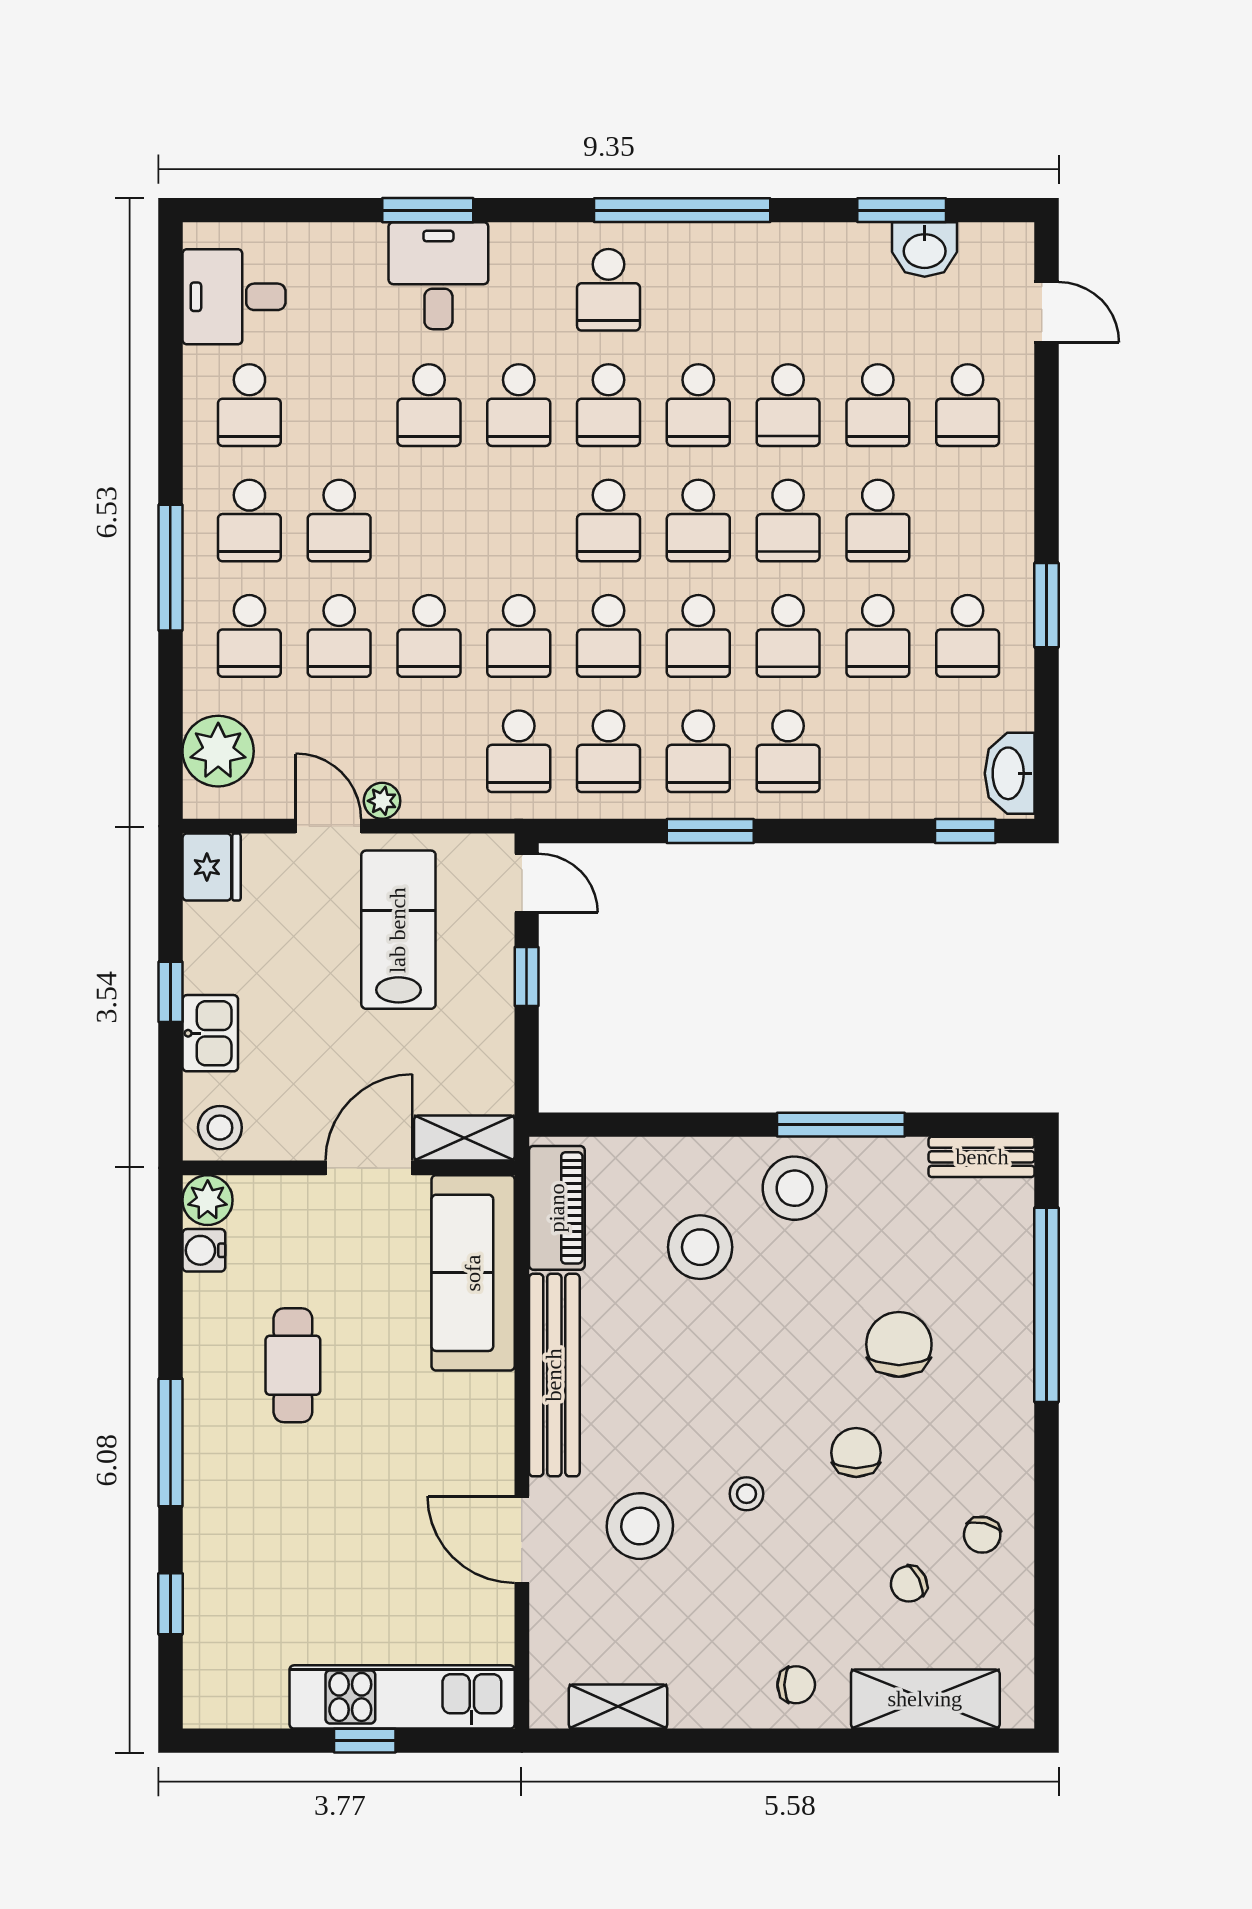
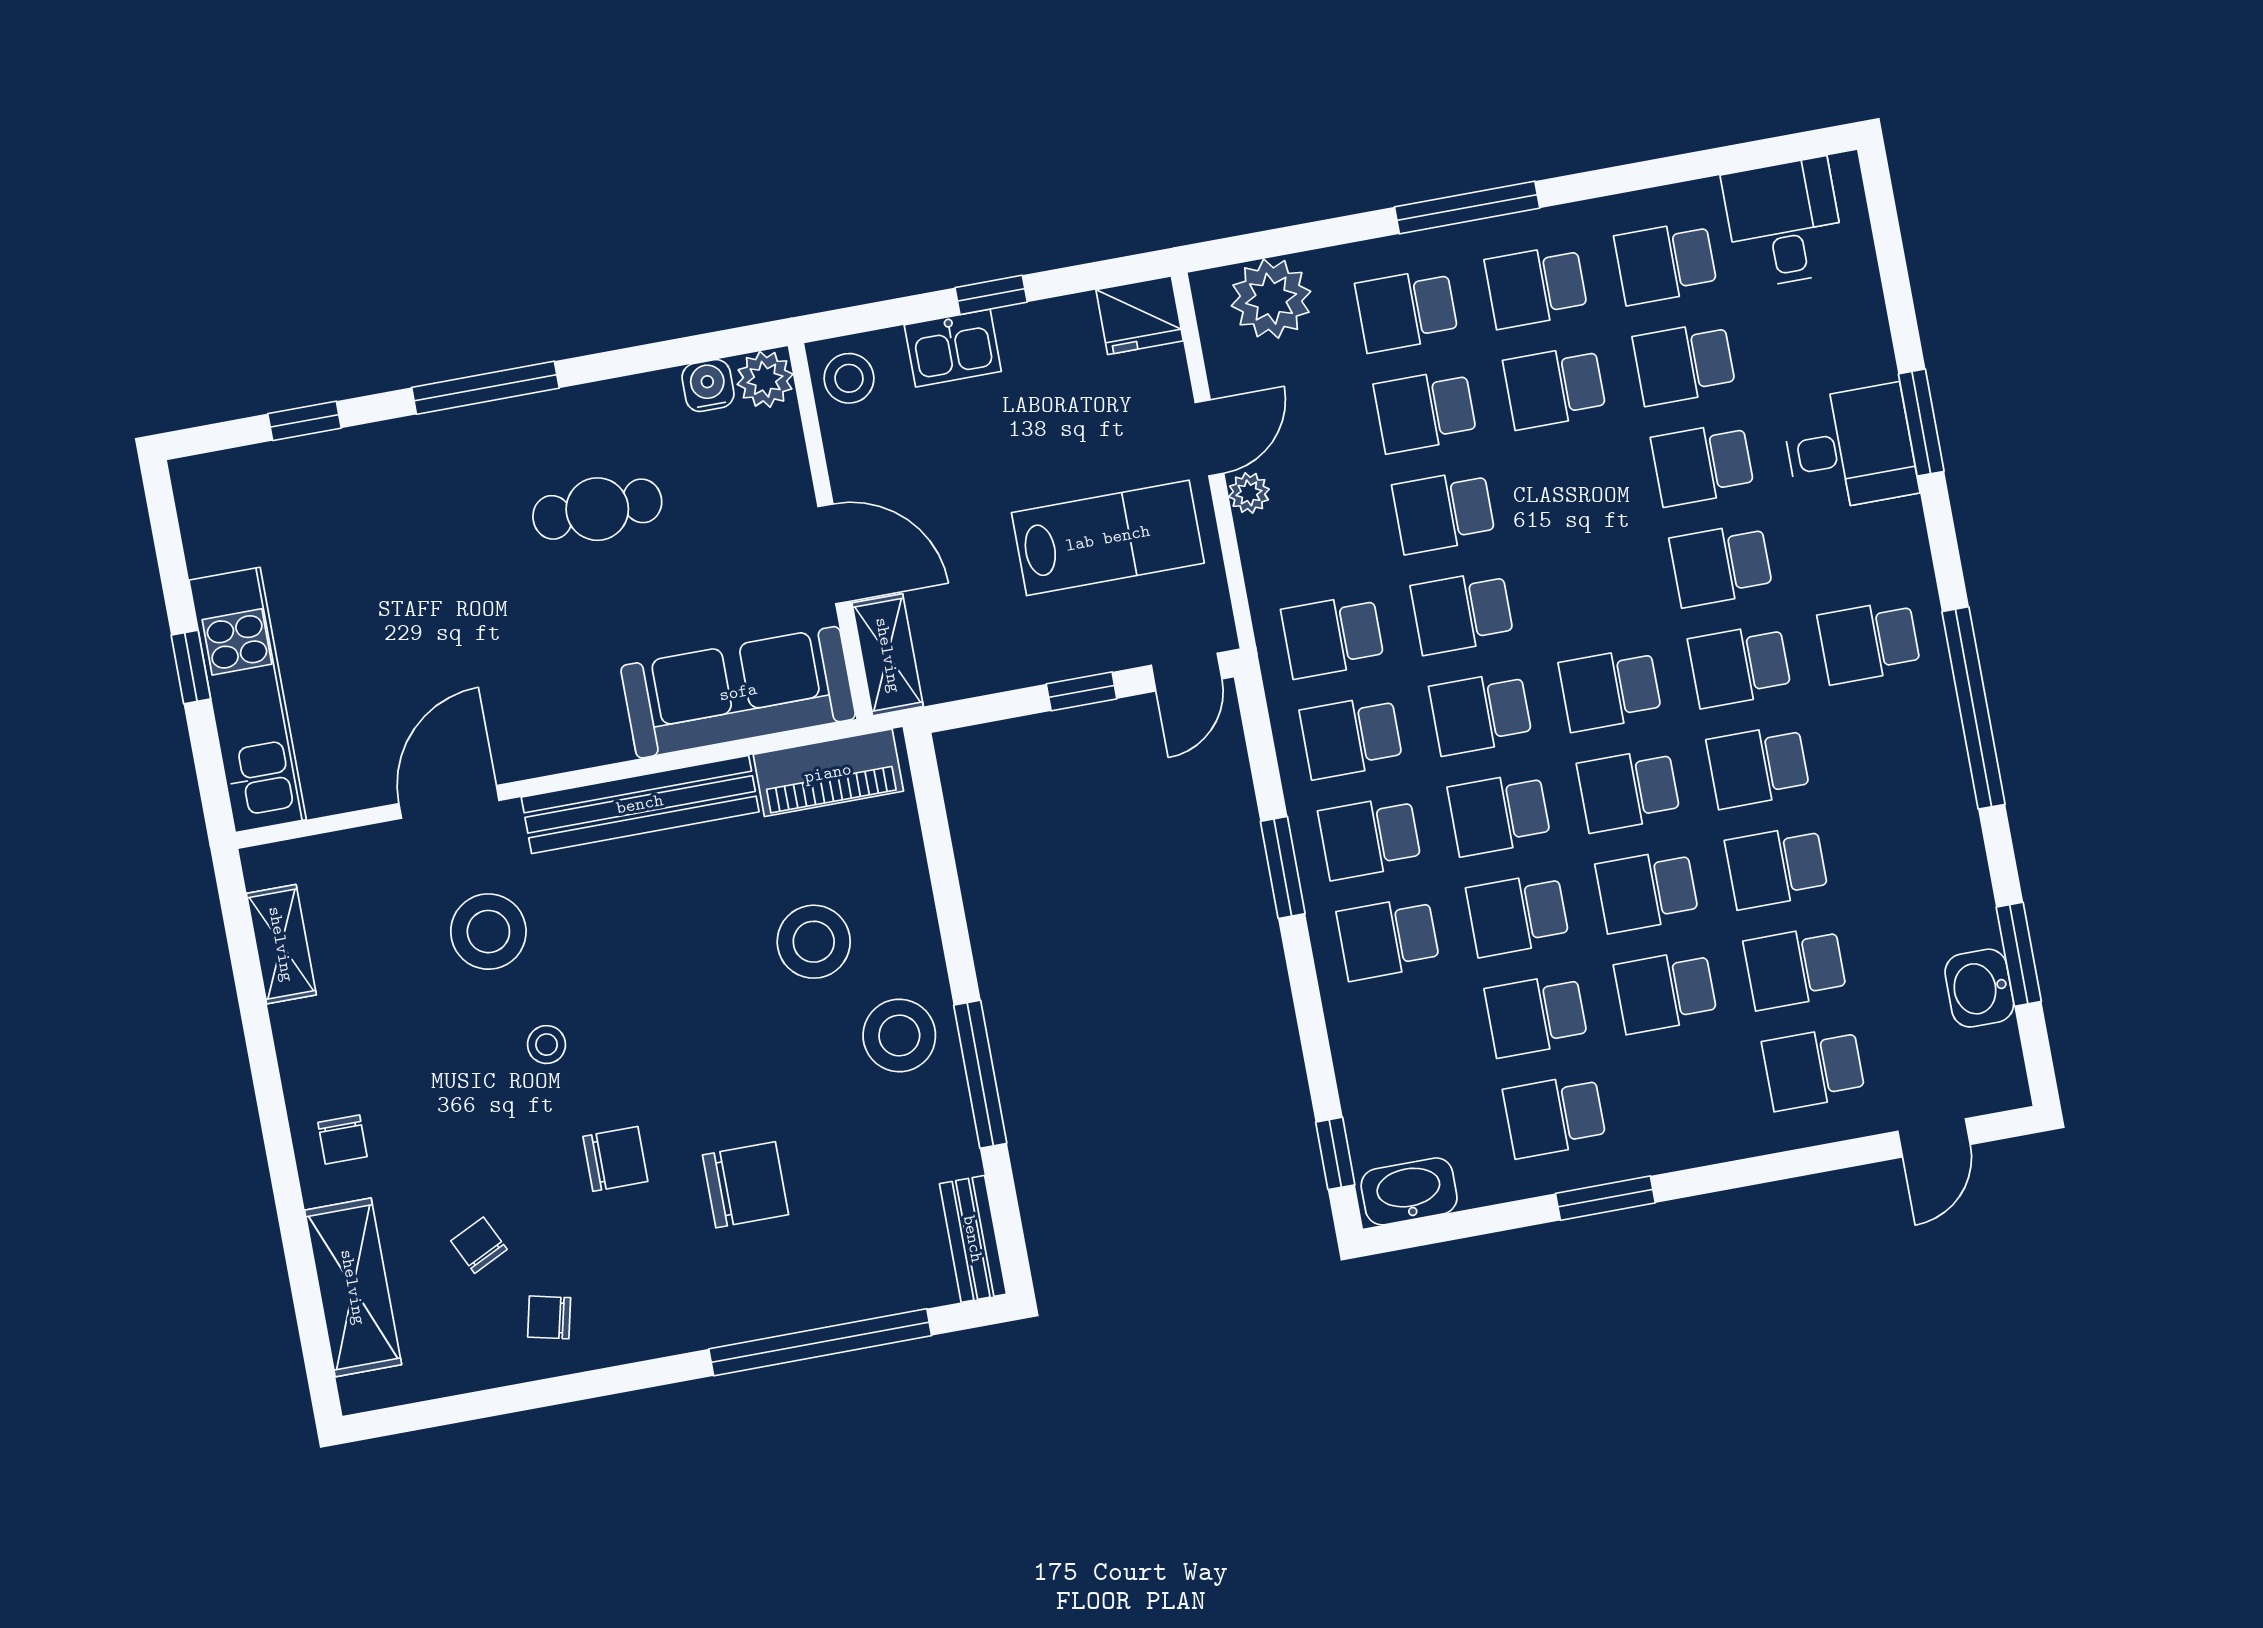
school desk: (339, 405) -> (1684, 363), added

